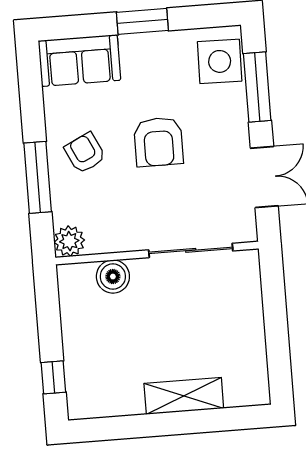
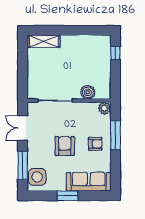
sofa: (79, 61) -> (89, 182), width x1.36
armchair: (85, 153) -> (95, 144), turned -64
shelving: (184, 396) -> (44, 41), moved

